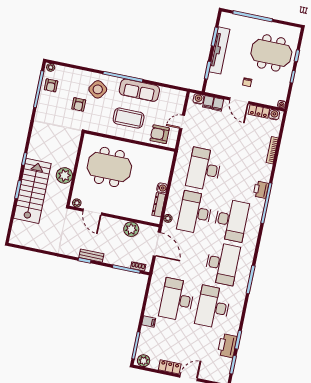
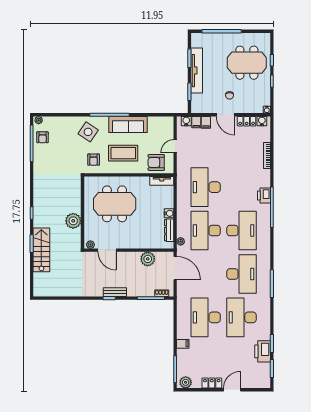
armchair: (79, 104) -> (94, 160), moved
tv unit: (161, 154) -> (162, 181), added
stairs: (32, 191) -> (41, 250), width x0.73, depth x0.66

